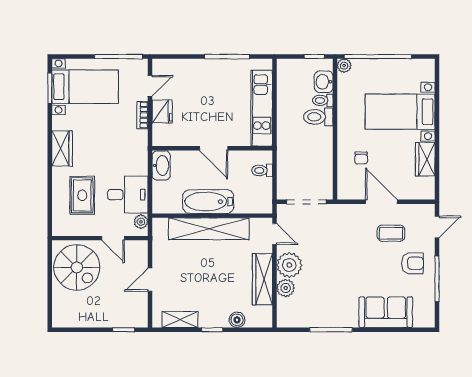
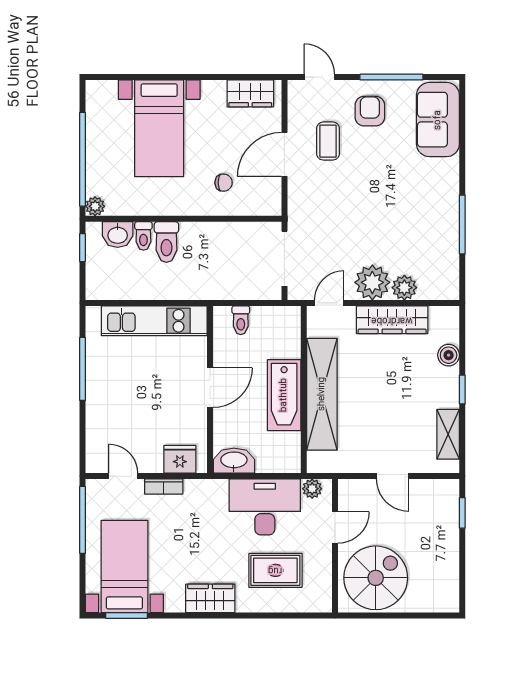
fridge: (162, 111) -> (180, 459), moved
wardrobe: (425, 159) -> (250, 93), moved
desk: (128, 195) -> (265, 507), width x1.37
sofa: (386, 312) -> (438, 120), moved

